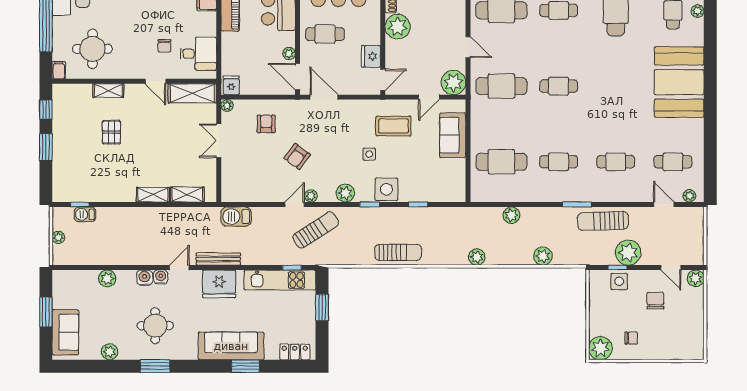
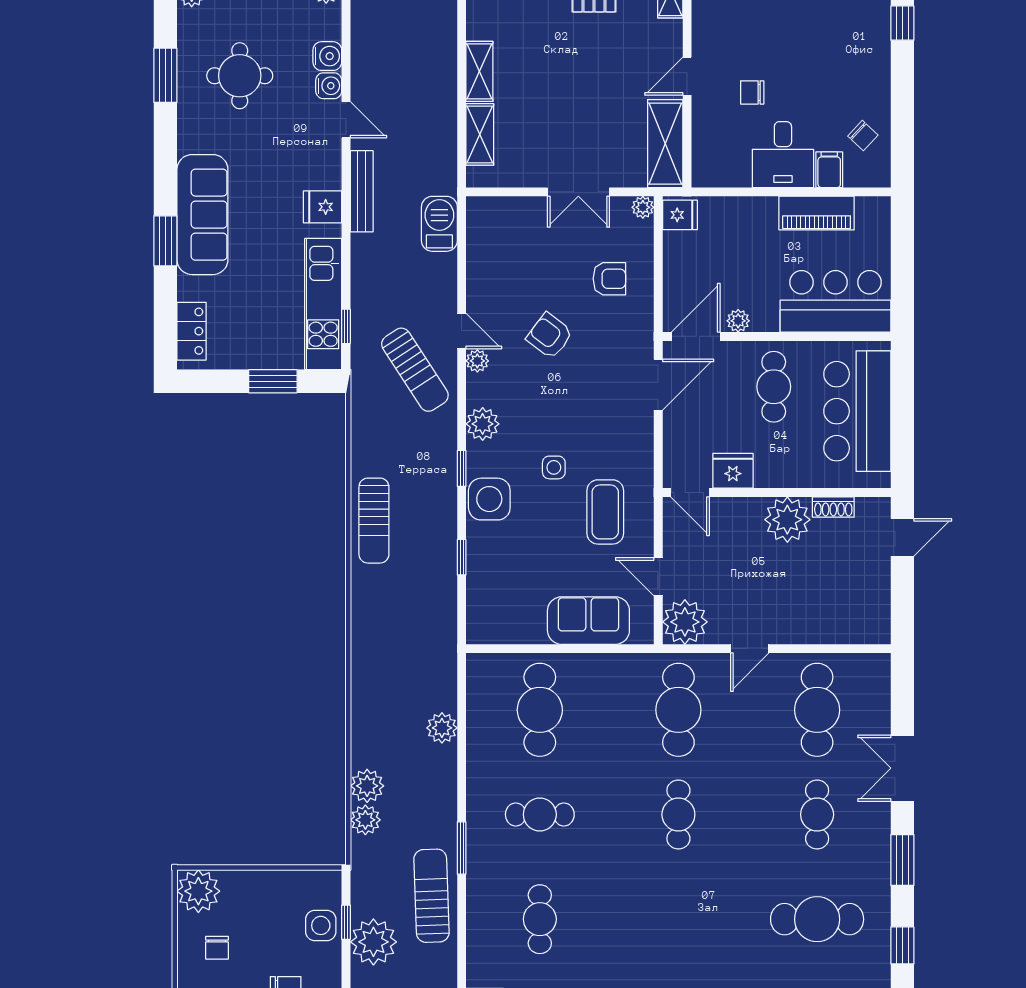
desk: (198, 54) -> (783, 155), moved
double door: (219, 141) -> (578, 192), swing flipped
cafe table: (559, 162) -> (540, 814), turned 90
plant: (477, 257) -> (365, 820), moved
fridge: (219, 284) -> (323, 207), width x0.53, depth x0.75

